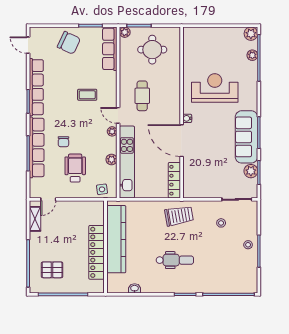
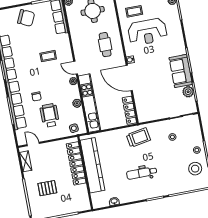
coffee table: (203, 60) -> (134, 11), added
reception desk: (215, 88) -> (147, 32), turned 180
cafe table: (142, 96) -> (105, 45), moved
sofa: (246, 137) -> (181, 71), width x0.73
door: (48, 199) -> (33, 144), swing flipped
locker: (97, 252) -> (76, 163), moved
dental chair: (175, 260) -> (142, 173), turned 180
stool: (242, 267) -> (195, 169), added
pallet: (52, 270) -> (47, 188), moved

